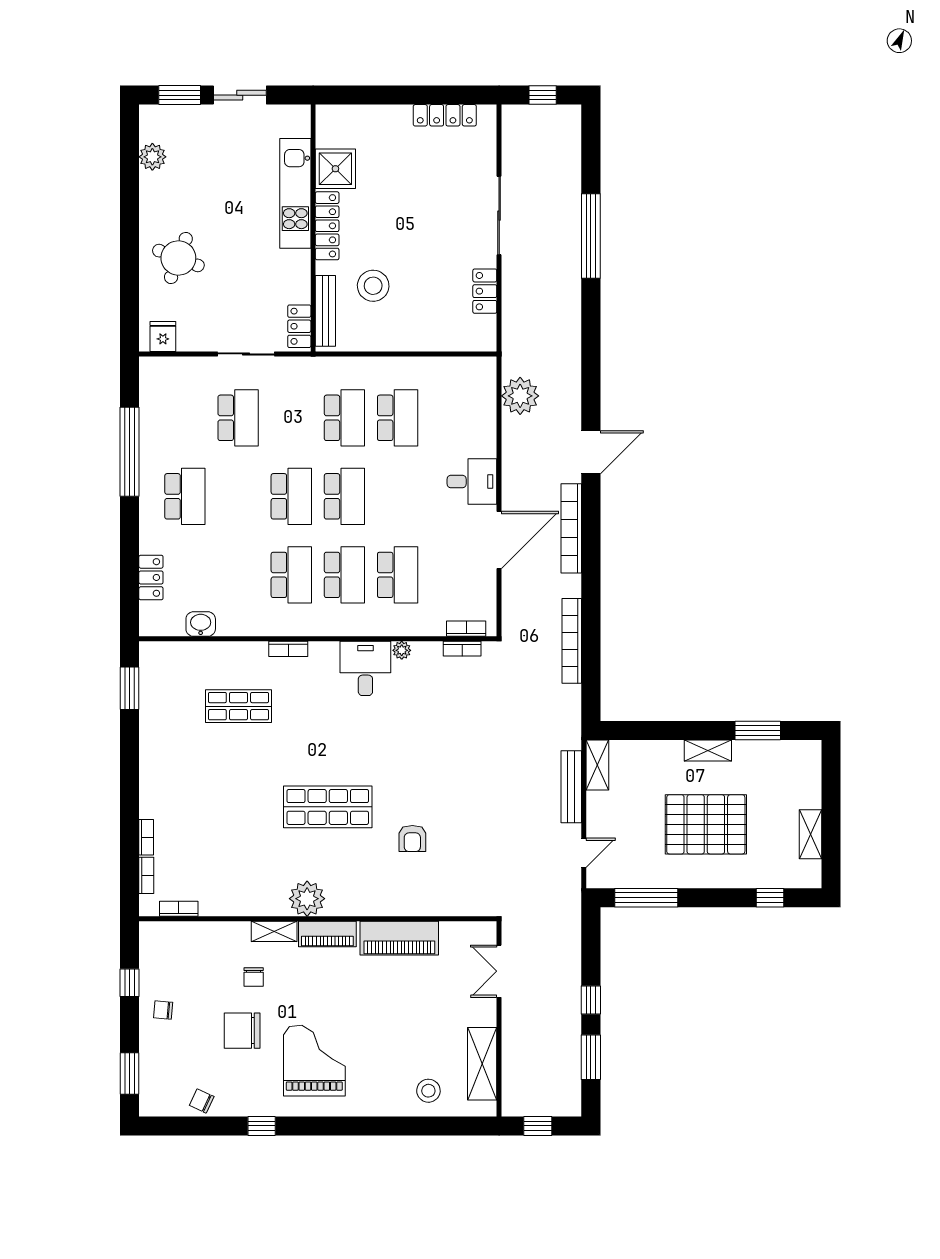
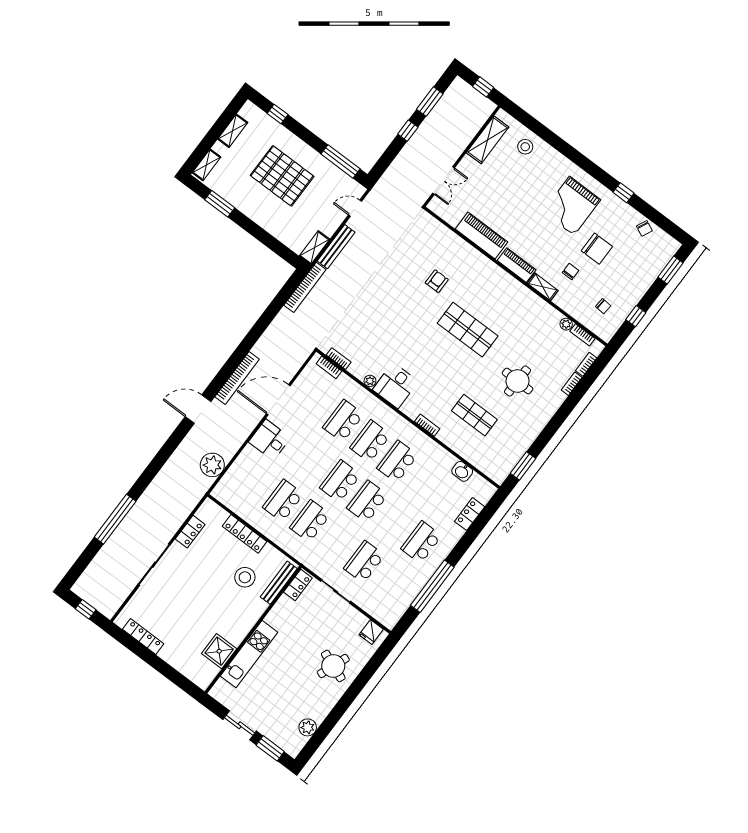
locker: (327, 226) -> (245, 534), moved, turned -90
bookcase: (572, 641) -> (305, 287), moved
shelving: (708, 751) -> (207, 165), moved, turned 90
round table: (217, 790) -> (518, 381), added
plant: (307, 899) -> (566, 324), moved, width x0.53, depth x0.53
chair: (163, 1010) -> (603, 306), moved

